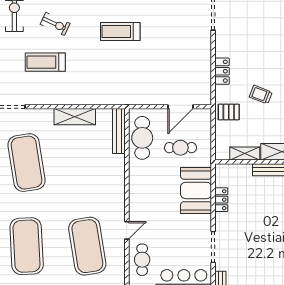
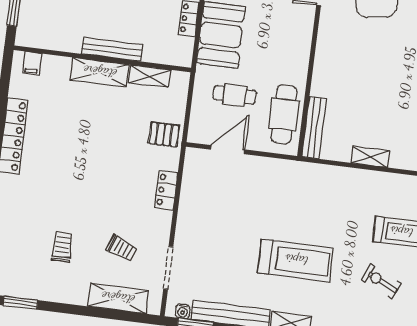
treadmill: (120, 32) -> (296, 260), width x1.37, depth x1.38
trolley: (261, 95) -> (122, 248), moved
shelving: (75, 117) -> (370, 157), width x0.67, depth x0.75

